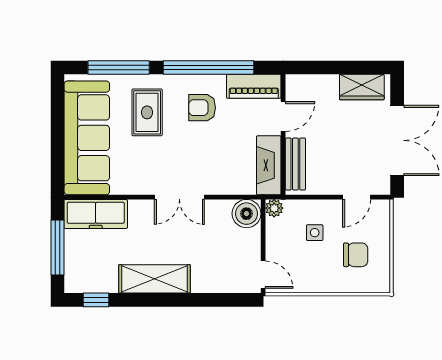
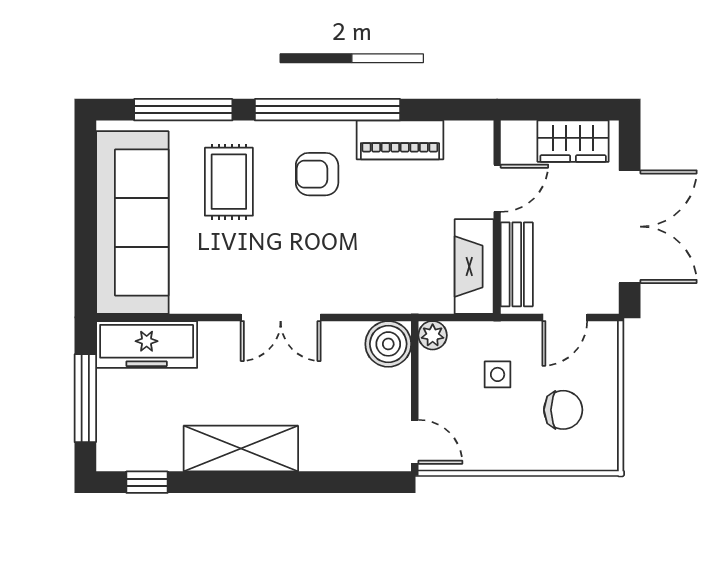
door: (283, 116) -> (497, 188), moved
wall: (283, 134) -> (497, 217), moved
bench: (295, 164) -> (517, 264), moved
fireplace: (269, 165) -> (474, 267), moved

